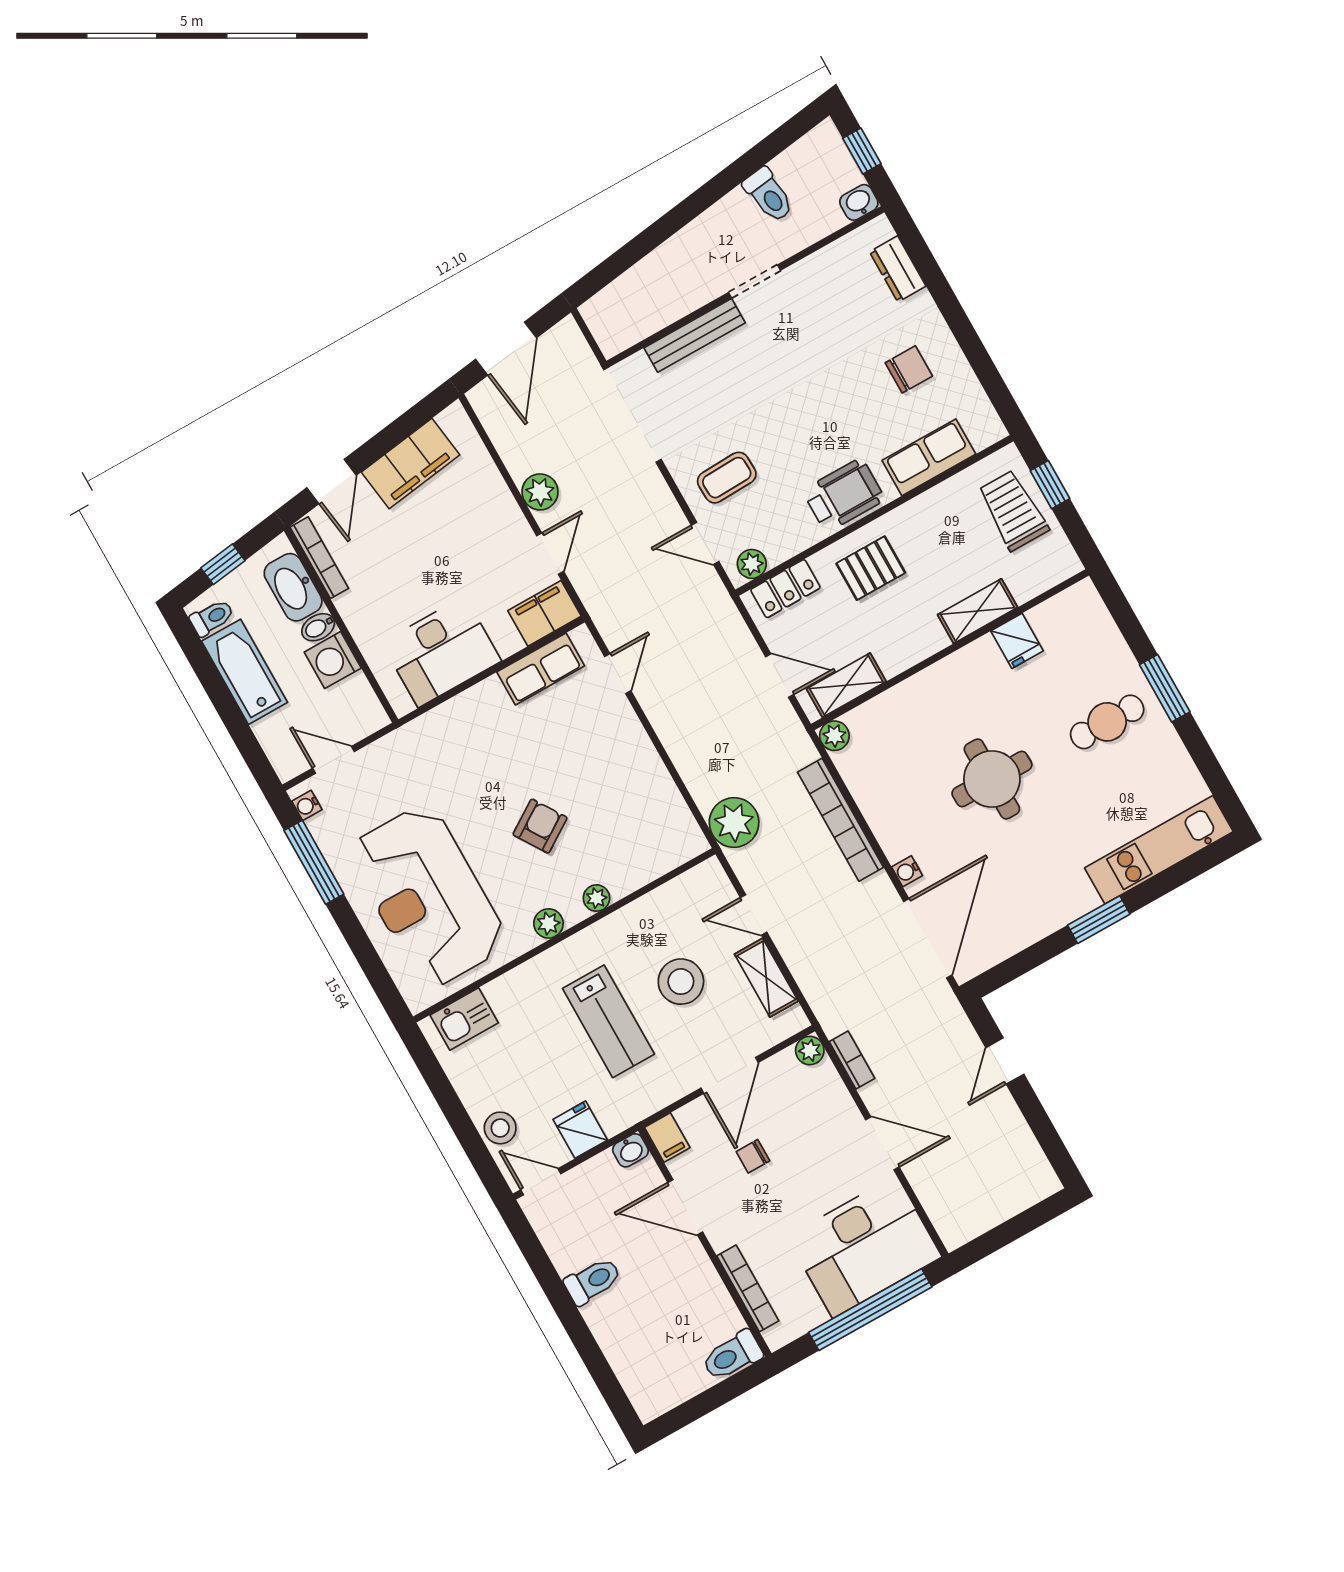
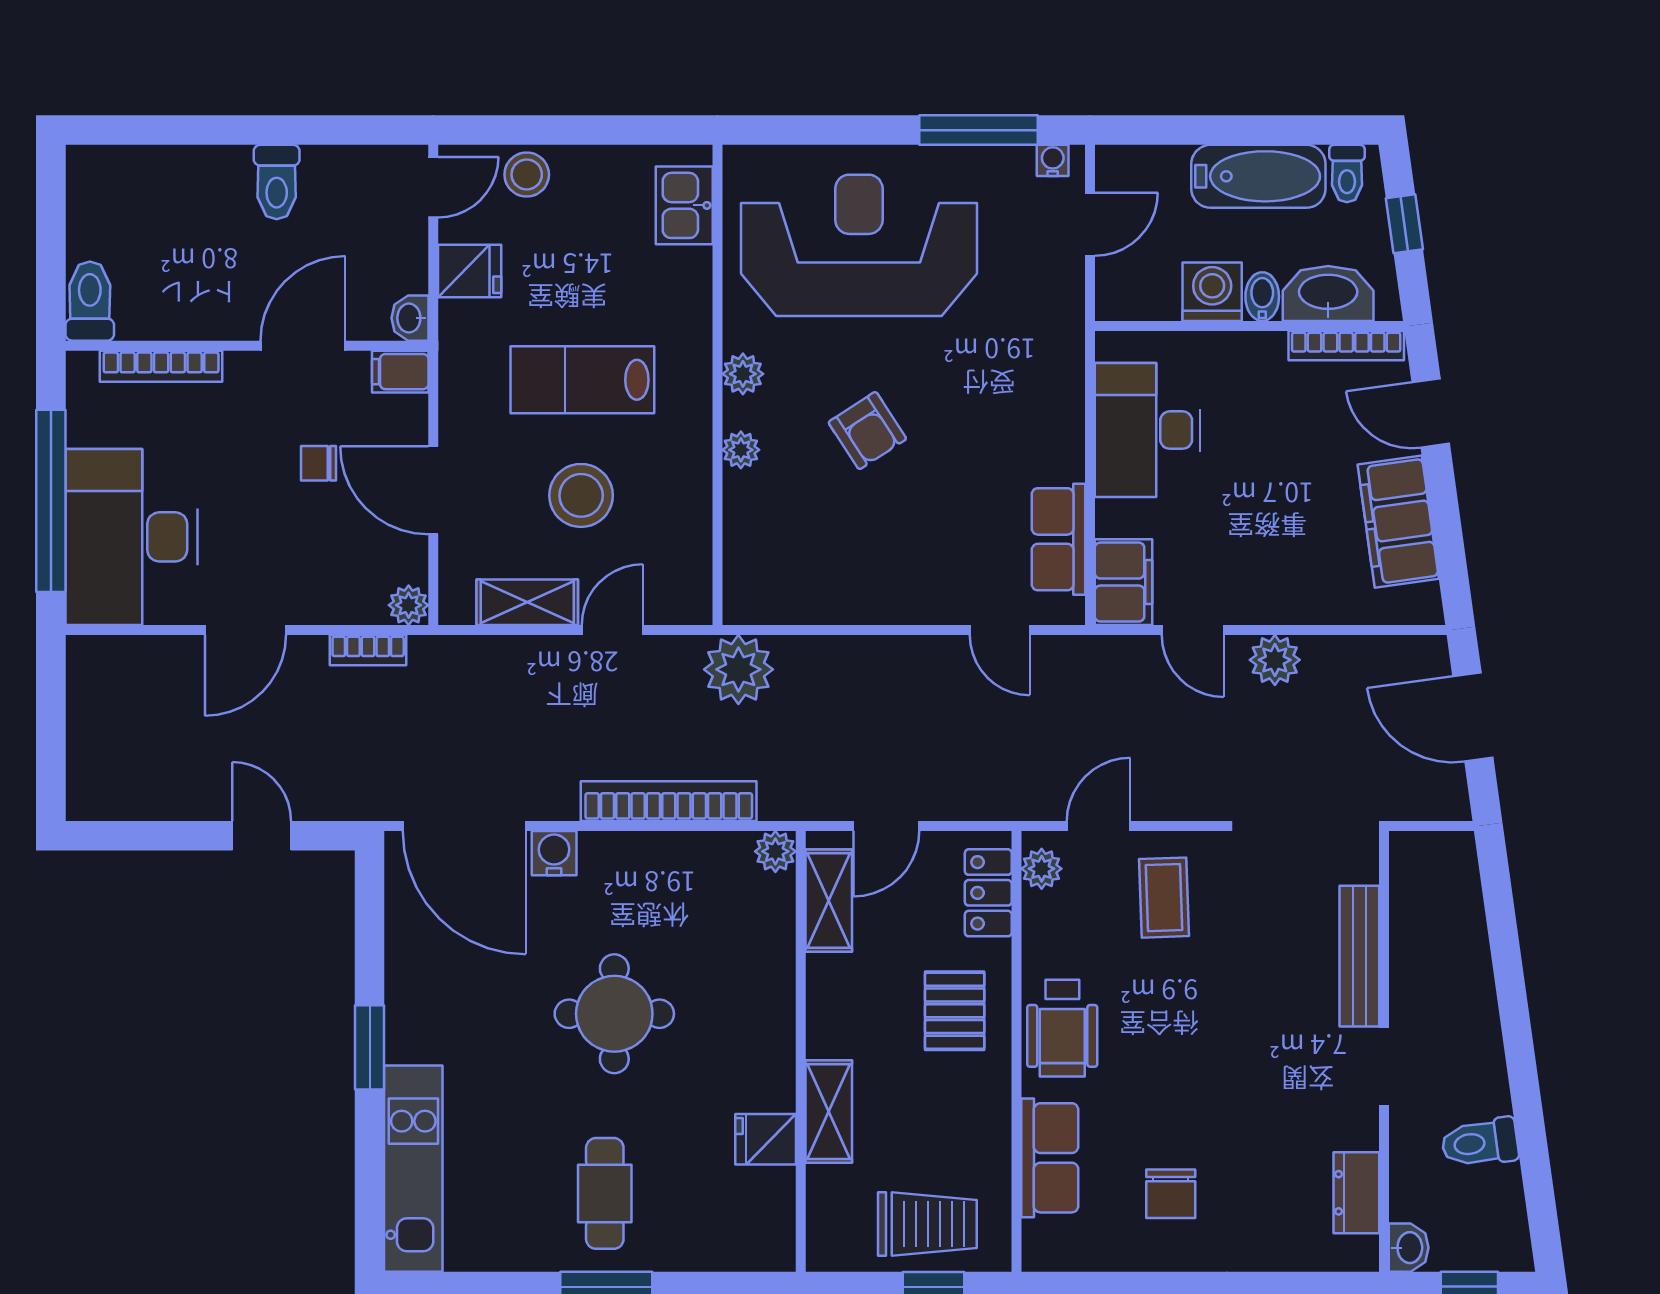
dresser: (898, 269) -> (1356, 1193), moved, turned -90
water cooler: (907, 871) -> (554, 853), width x1.38, depth x1.38
chair: (753, 1156) -> (319, 463), turned -90

